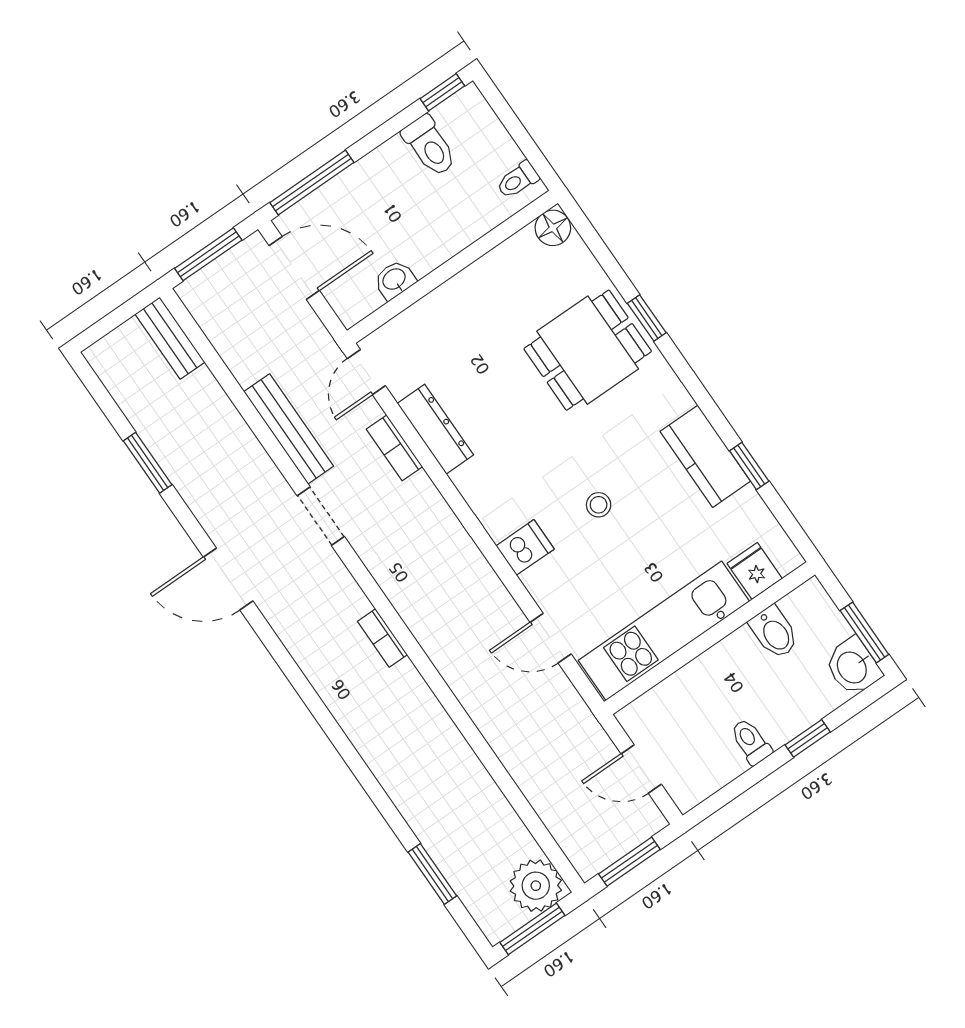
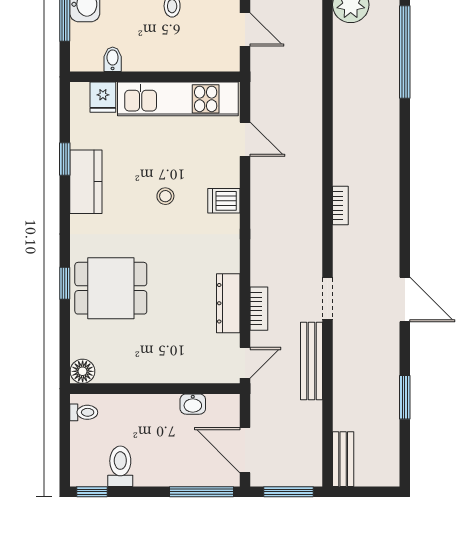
bidet: (774, 632) -> (113, 59), width x0.72, depth x0.74
window: (432, 874) -> (405, 52), width x2.11

